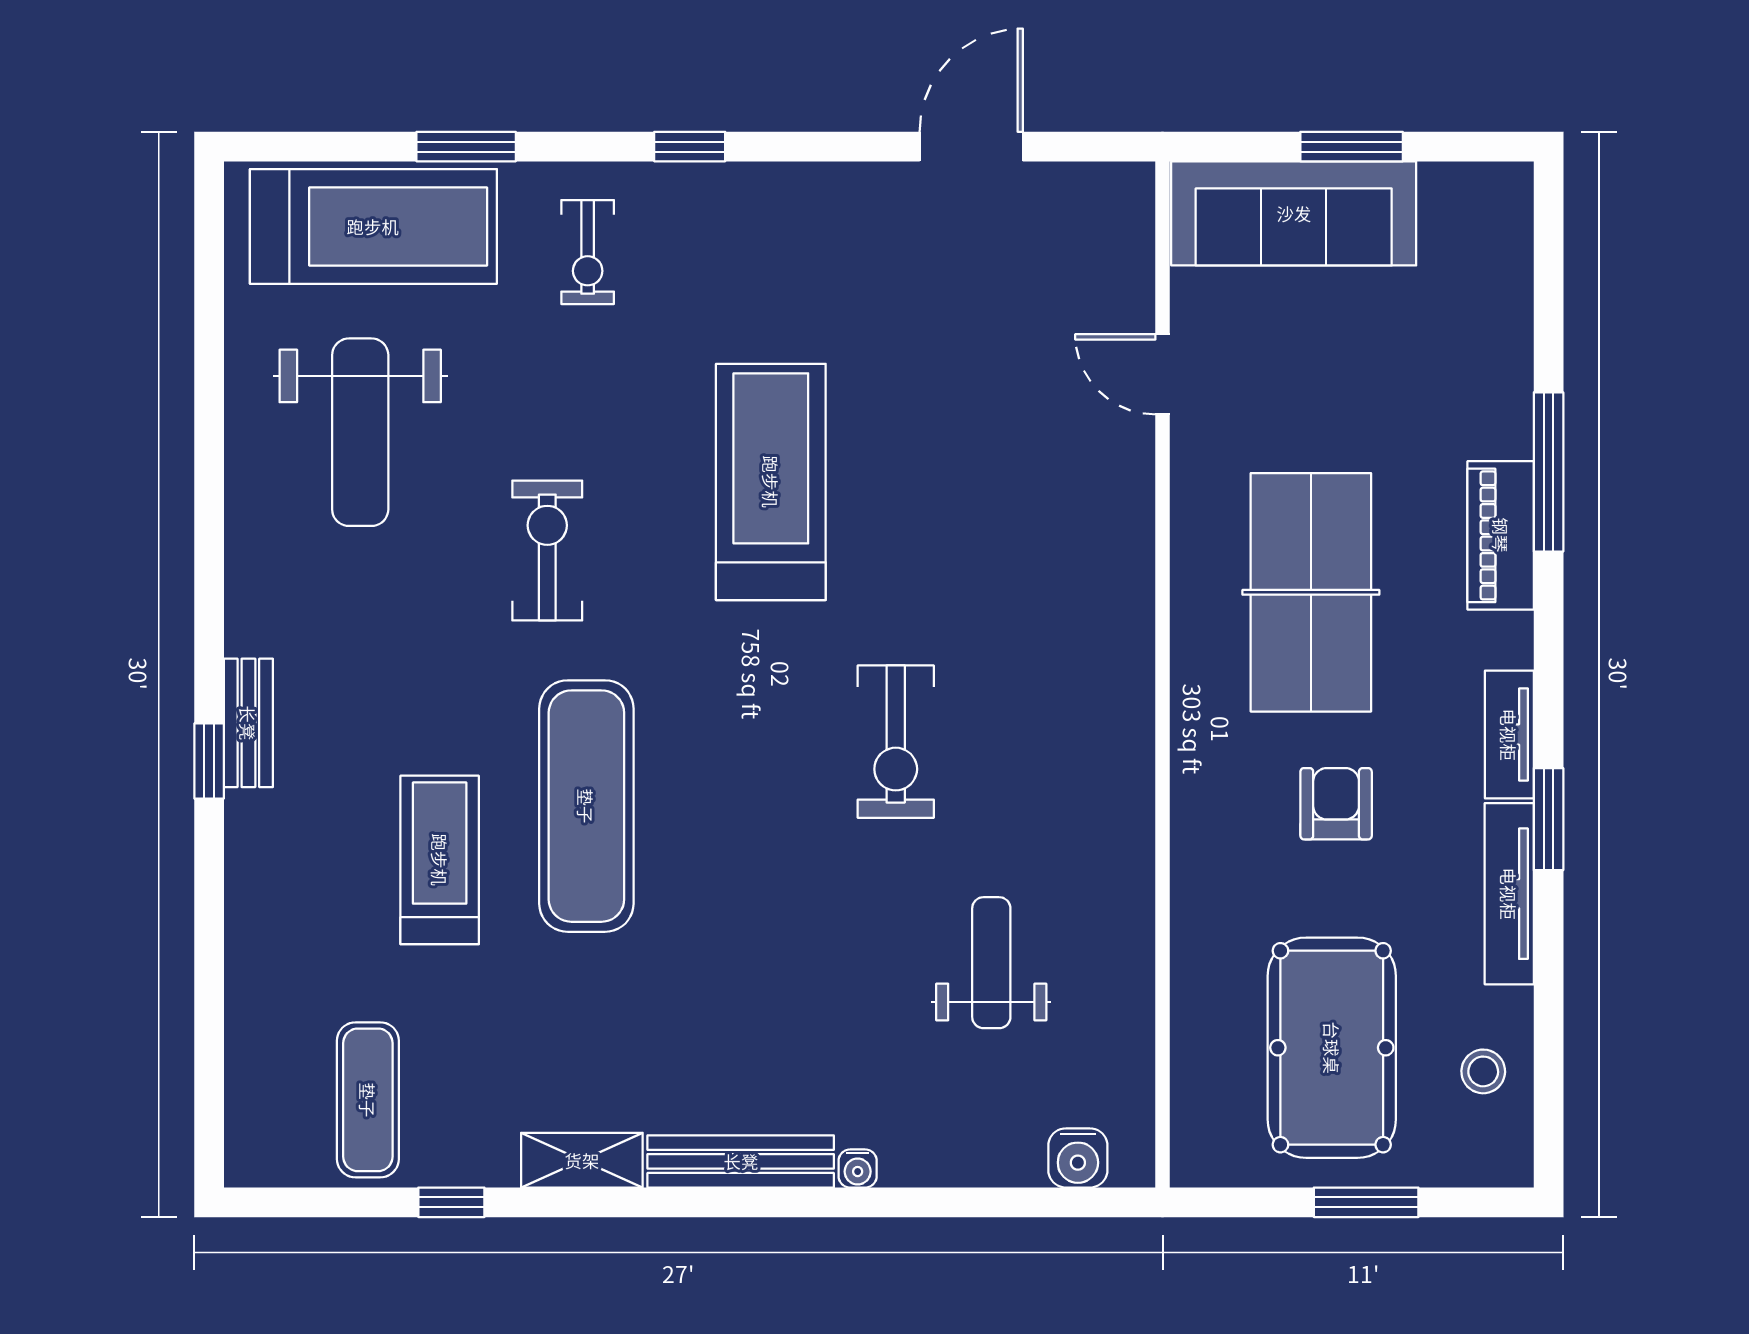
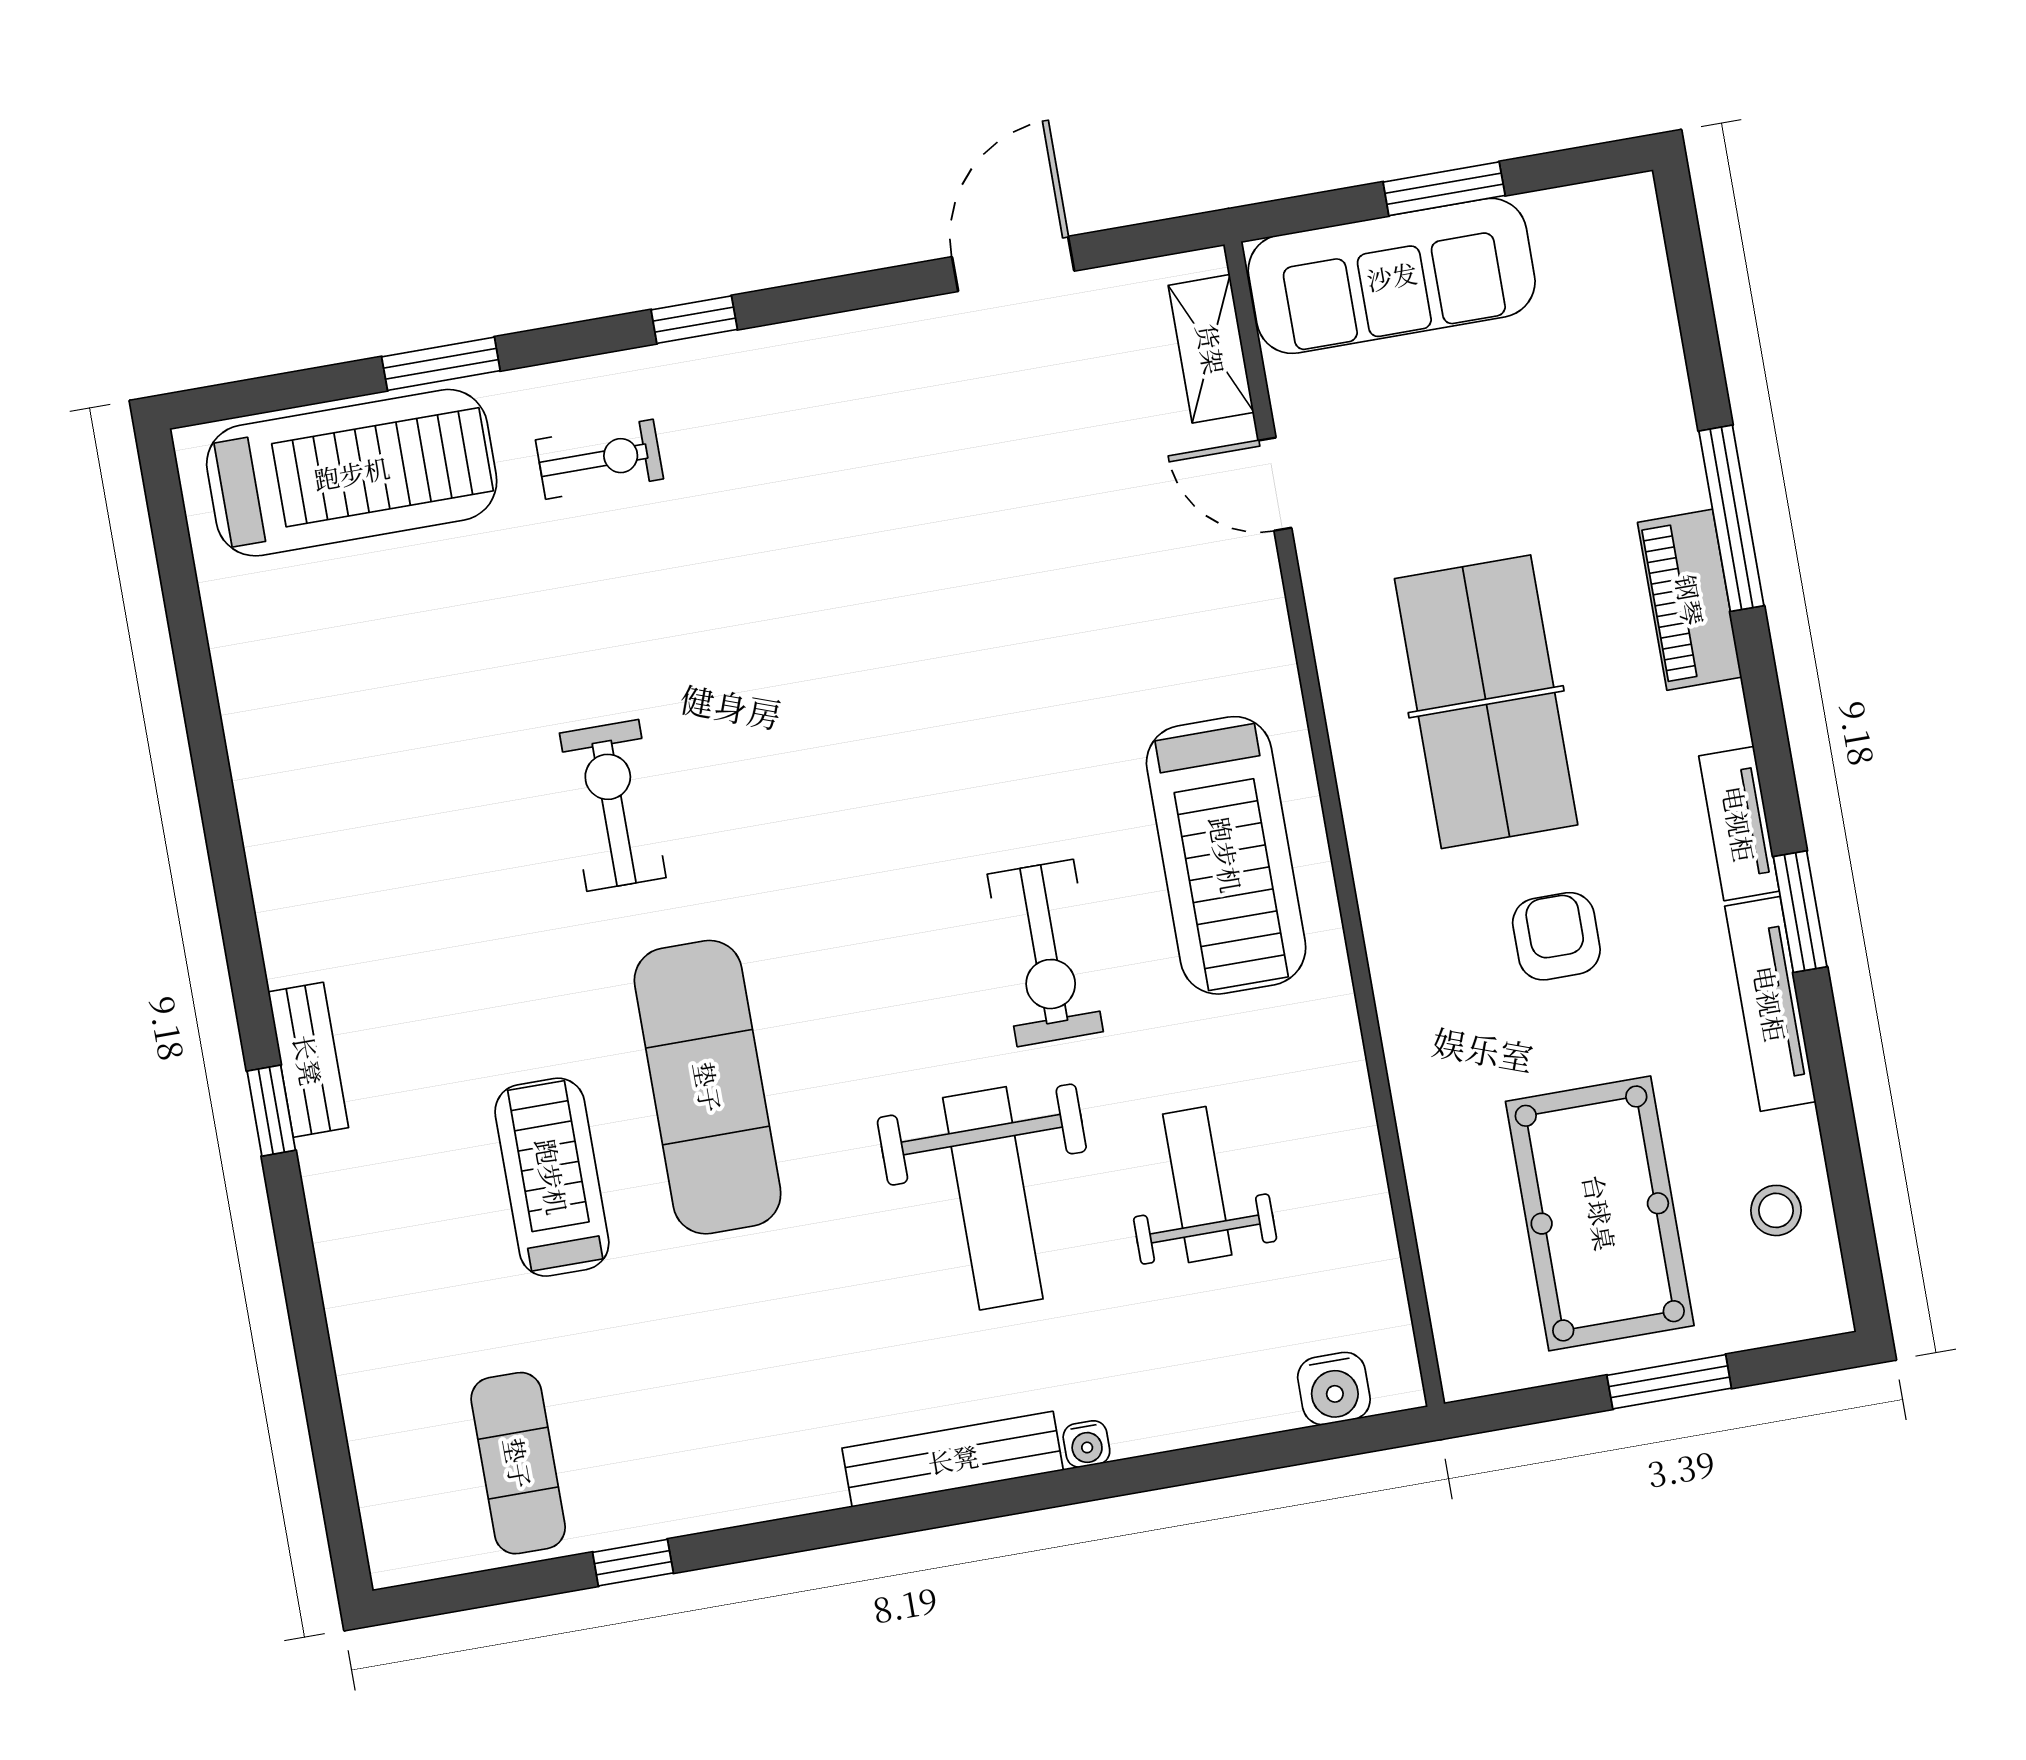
exercise bike: (588, 252) -> (599, 459), turned -90
weight bench: (360, 432) -> (993, 1198), moved
treadmill: (771, 482) -> (1226, 855), moved, turned 180
shelving: (582, 1160) -> (1211, 349), moved, turned 90

